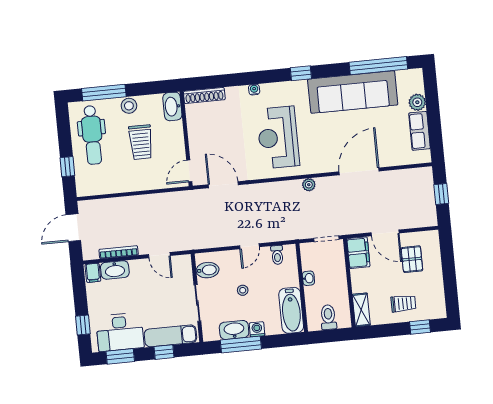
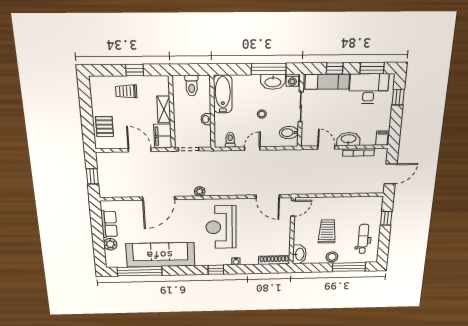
window: (301, 73) -> (216, 270), moved
dental chair: (92, 135) -> (363, 239), width x0.73, depth x0.72
reception desk: (278, 137) -> (221, 227), turned 180
pallet: (412, 259) -> (104, 127), moved
washbasin: (115, 270) -> (349, 139), moved
shelving: (361, 310) -> (164, 110), moved
window: (420, 327) -> (135, 70), moved
washing machine: (257, 329) -> (292, 80), moved

